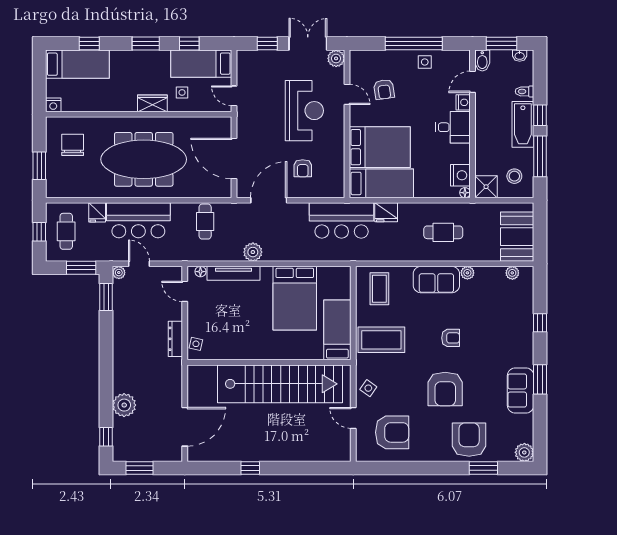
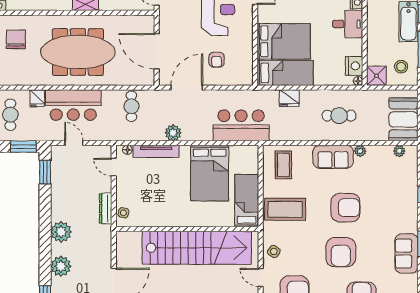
bar counter: (342, 220) -> (241, 125), moved, turned 180
plant: (119, 273) -> (61, 232), moved, width x1.88, depth x1.88
armchair: (451, 338) -> (345, 208), width x1.88, depth x1.88

